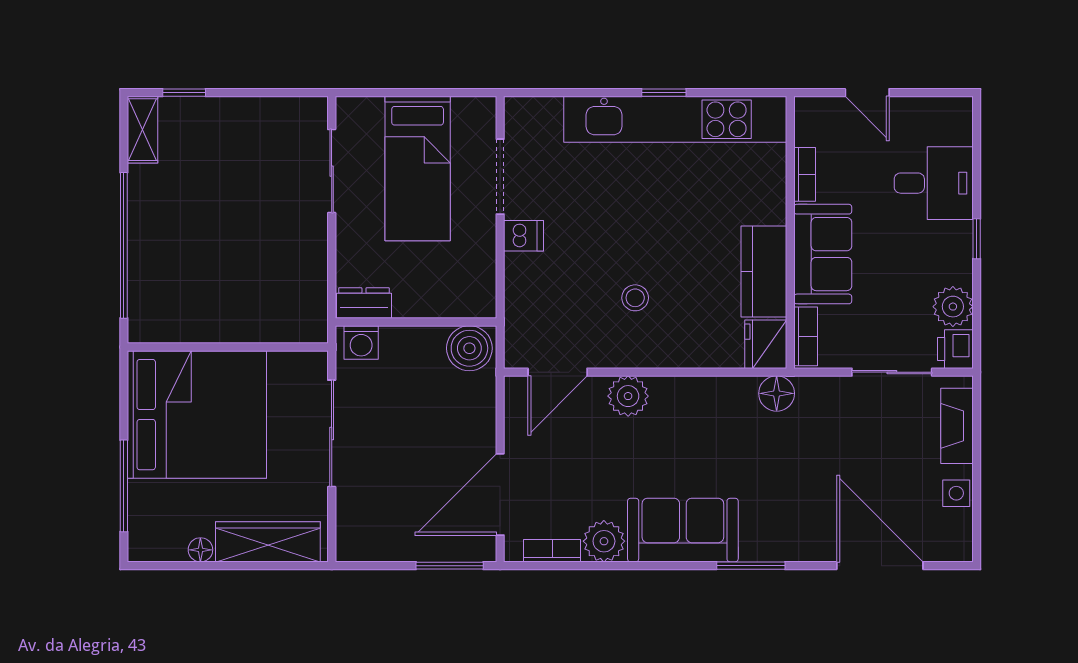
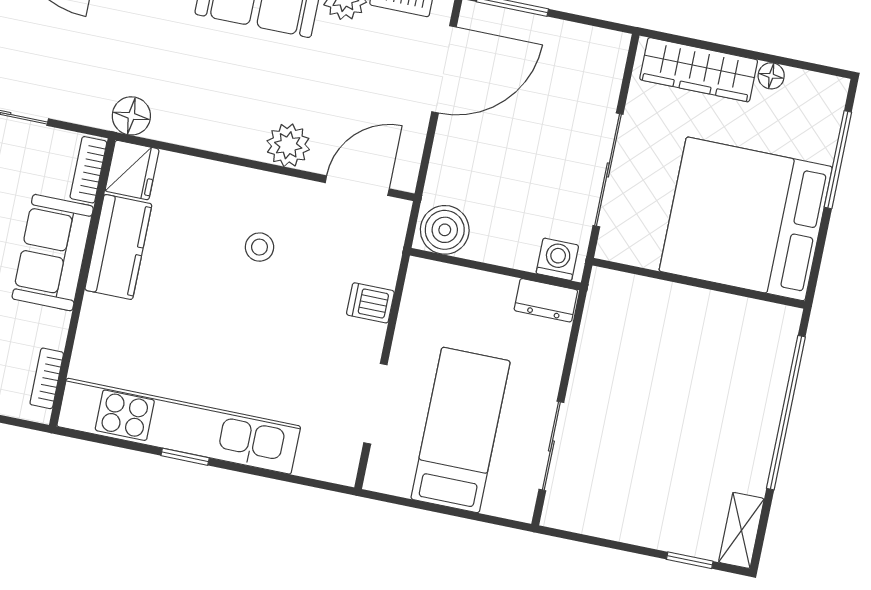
bookcase: (805, 174) -> (47, 378), moved
dishwasher: (524, 236) -> (370, 303), moved

